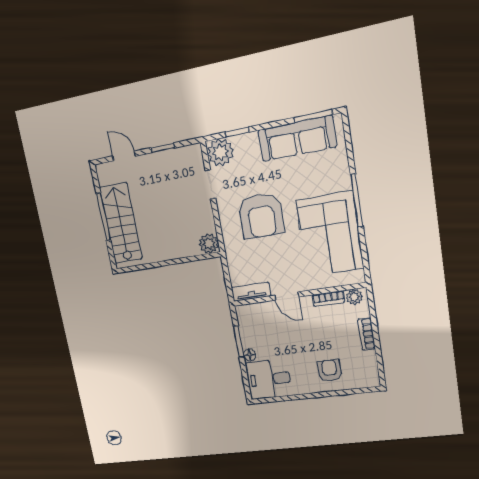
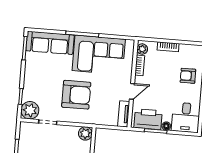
sofa: (297, 139) -> (50, 43), moved, turned 90
printer: (253, 328) -> (148, 119), added

